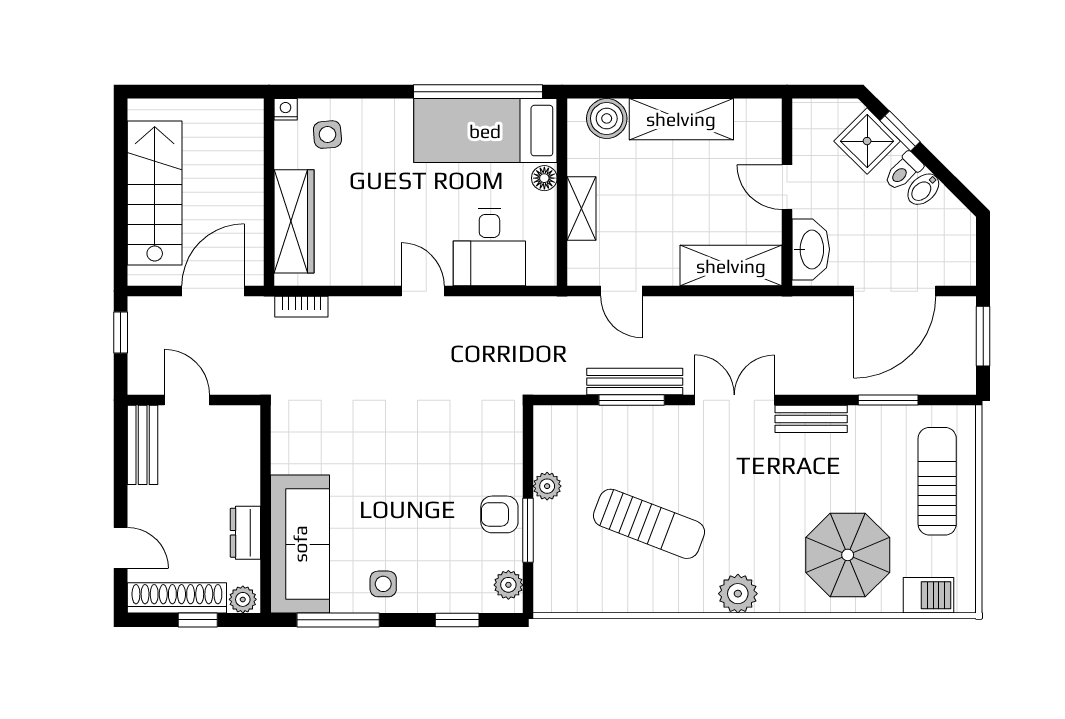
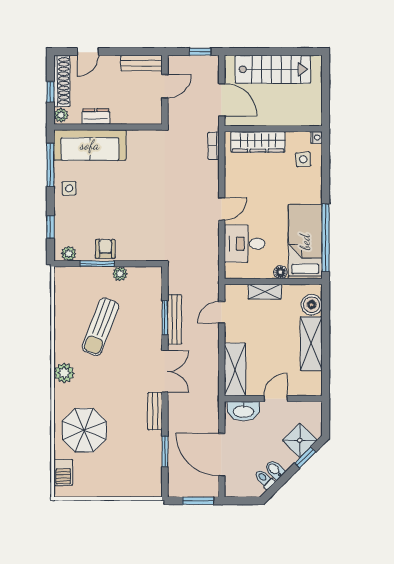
toilet: (903, 171) -> (264, 479), moved
sun lounger: (937, 481) -> (123, 477), removed

